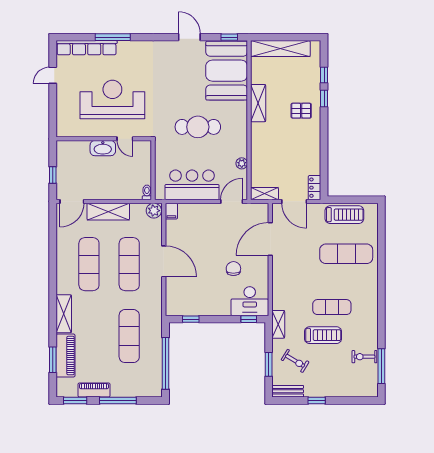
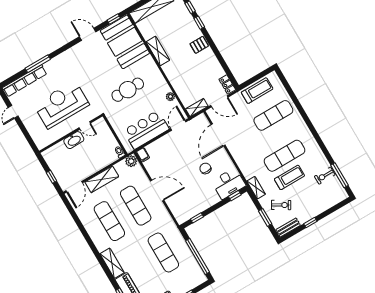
pallet: (301, 111) -> (199, 45), moved
exercise mat: (332, 307) -> (284, 156), width x1.36, depth x1.45

